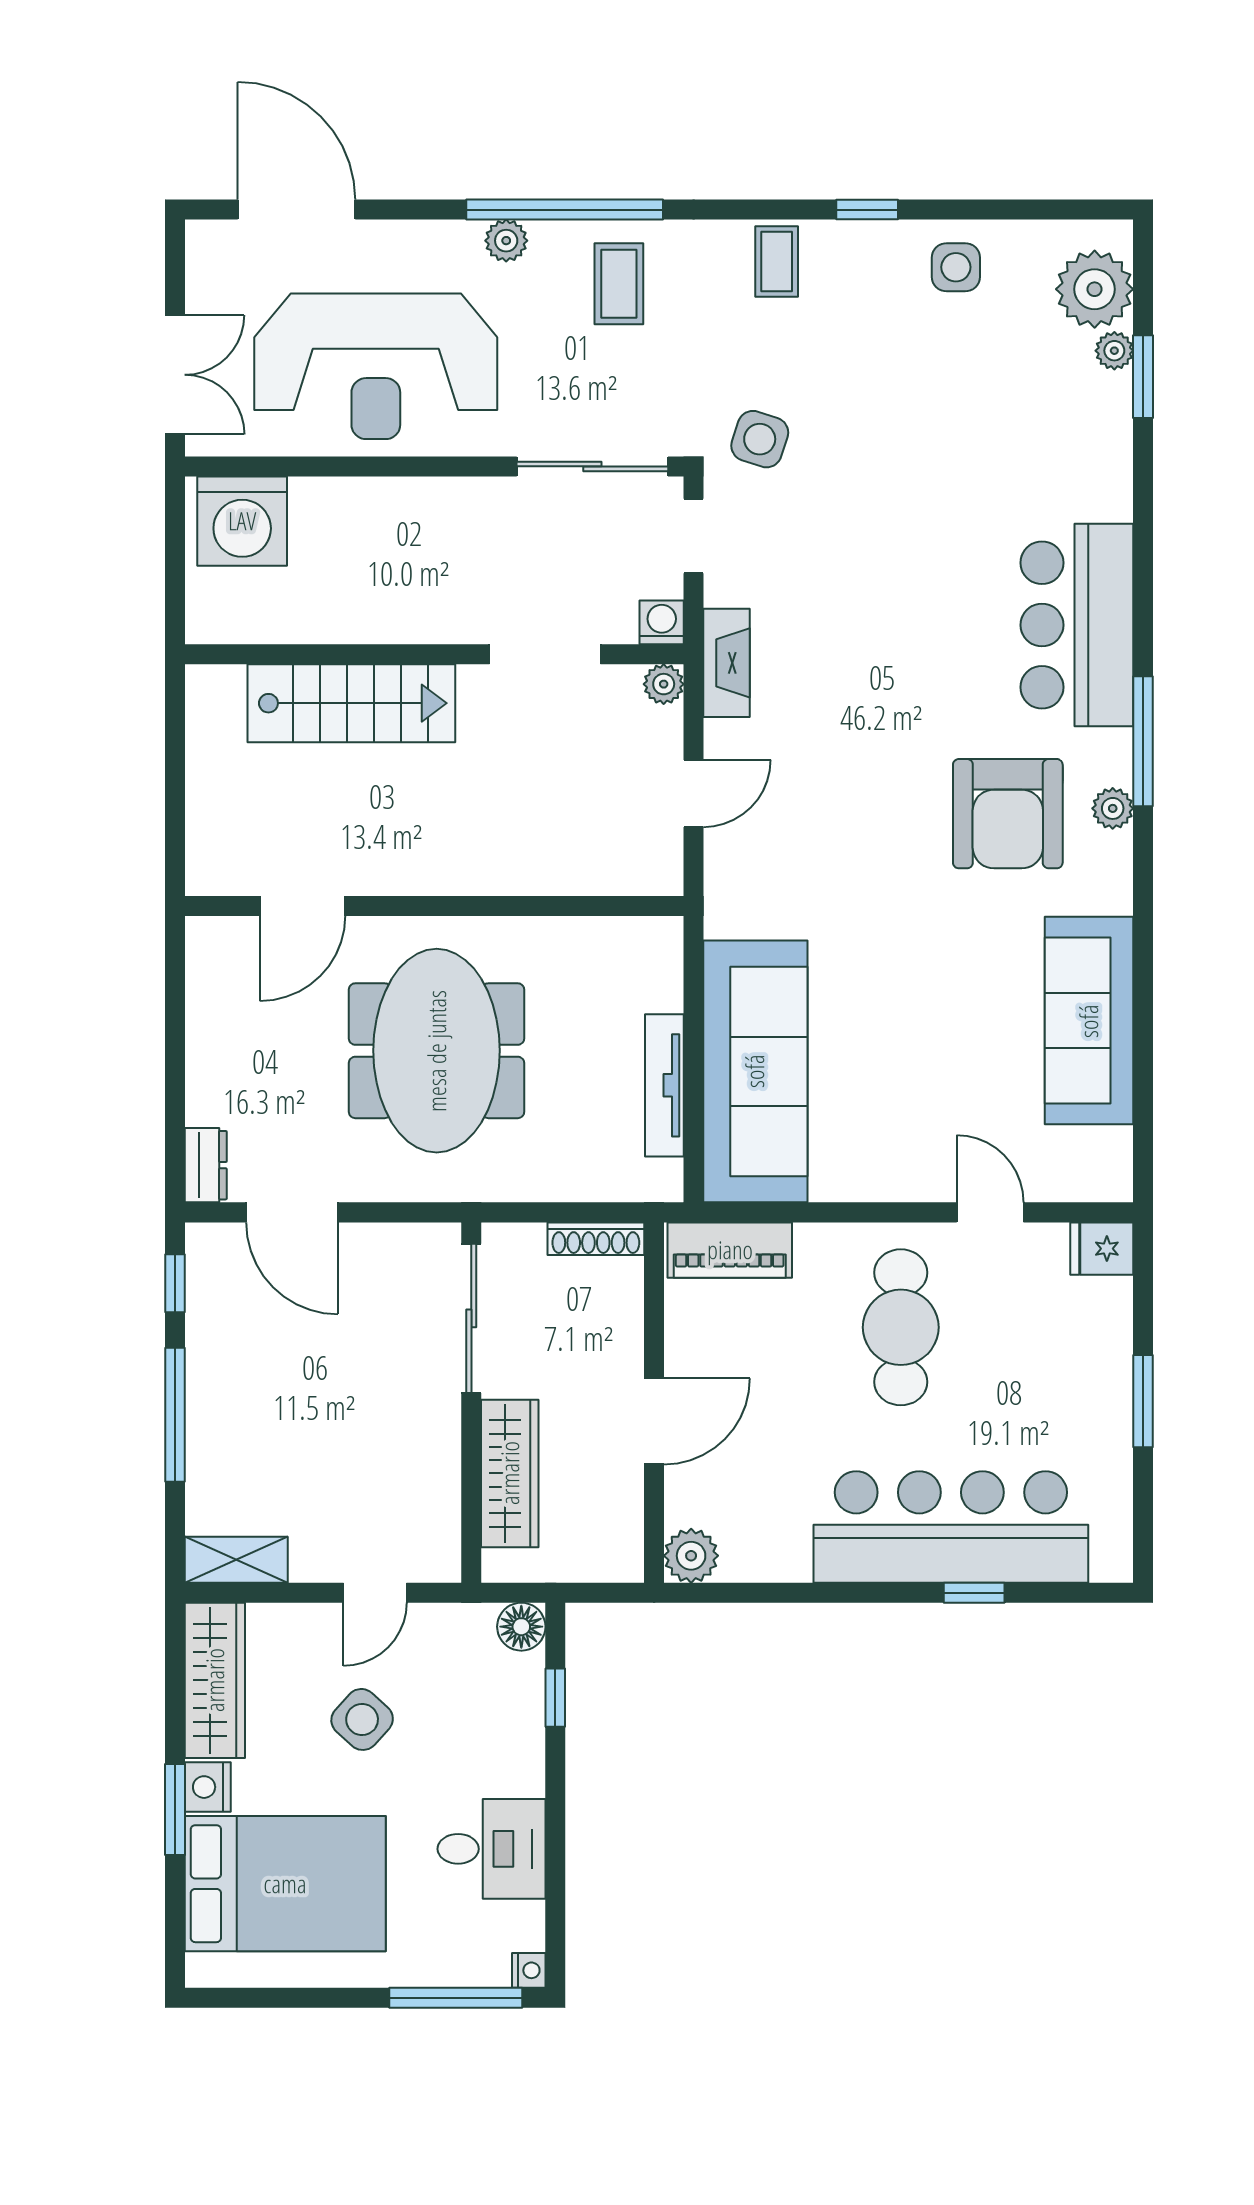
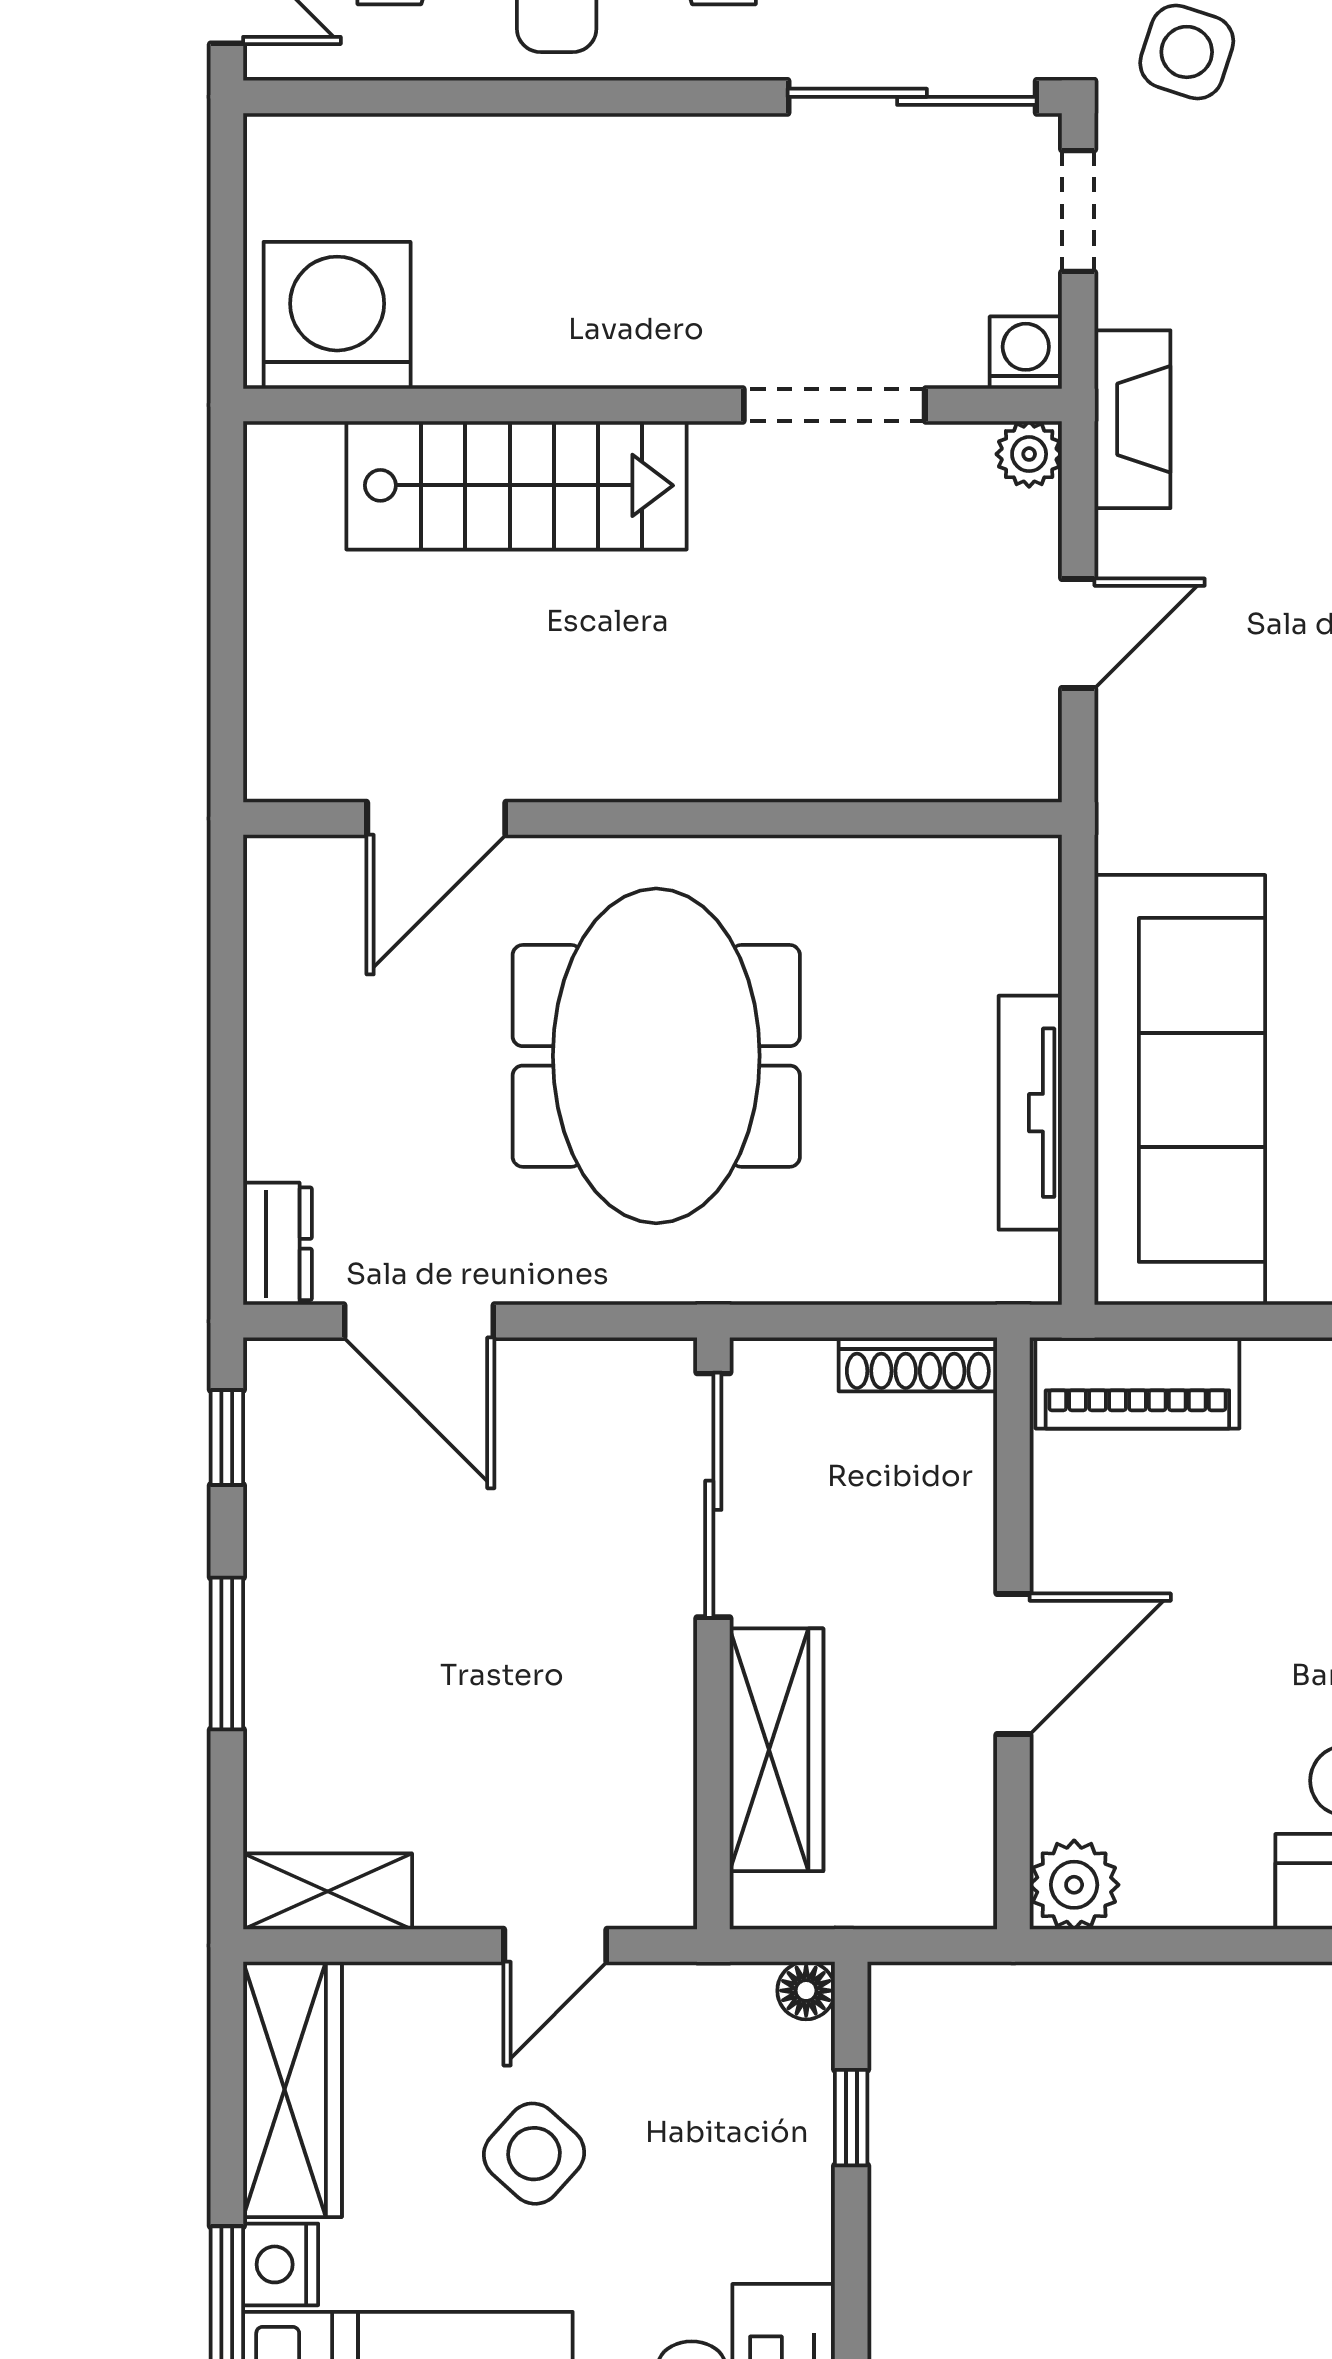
washing machine: (242, 521) -> (337, 315), moved, turned 180
window: (175, 1415) -> (227, 1653), width x0.69
floor lamp: (521, 1627) -> (806, 1991), width x0.73, depth x0.73

